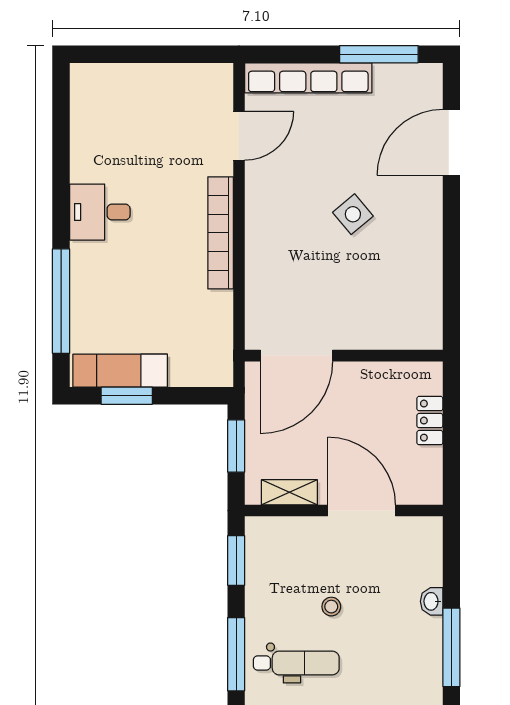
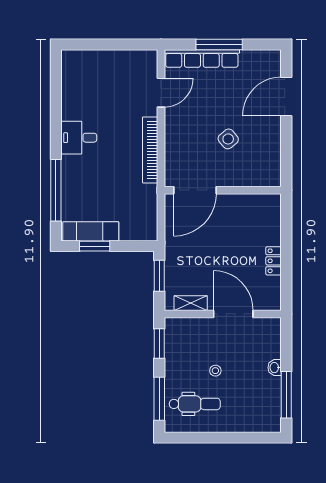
window: (379, 54) -> (219, 44), moved
door: (297, 356) -> (195, 190), moved
wall: (344, 356) -> (223, 190), moved

